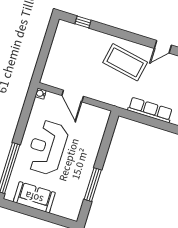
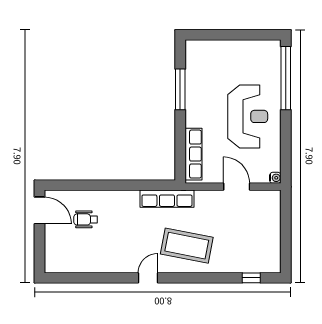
row of seats: (150, 110) -> (167, 199), moved
row of seats: (98, 131) -> (193, 154), added
sofa: (34, 197) -> (245, 53), removed

